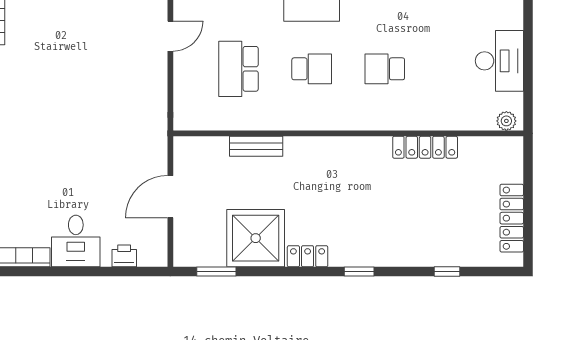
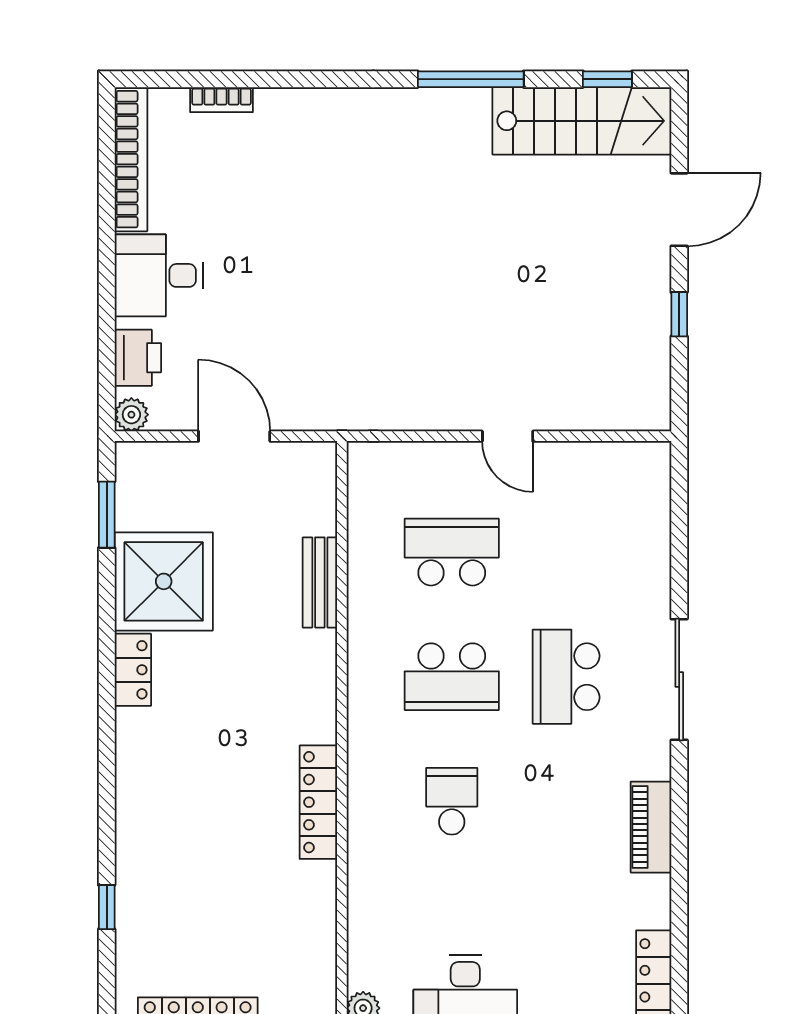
school desk: (312, 69) -> (452, 677), width x1.85
locker: (425, 147) -> (318, 802), moved
printer: (124, 256) -> (138, 358), width x1.36, depth x1.24
plant: (158, 257) -> (131, 415), added
window: (359, 272) -> (107, 758), removed

